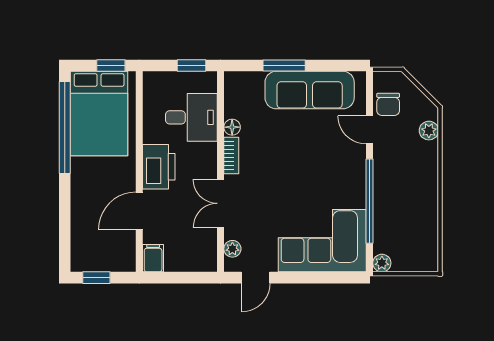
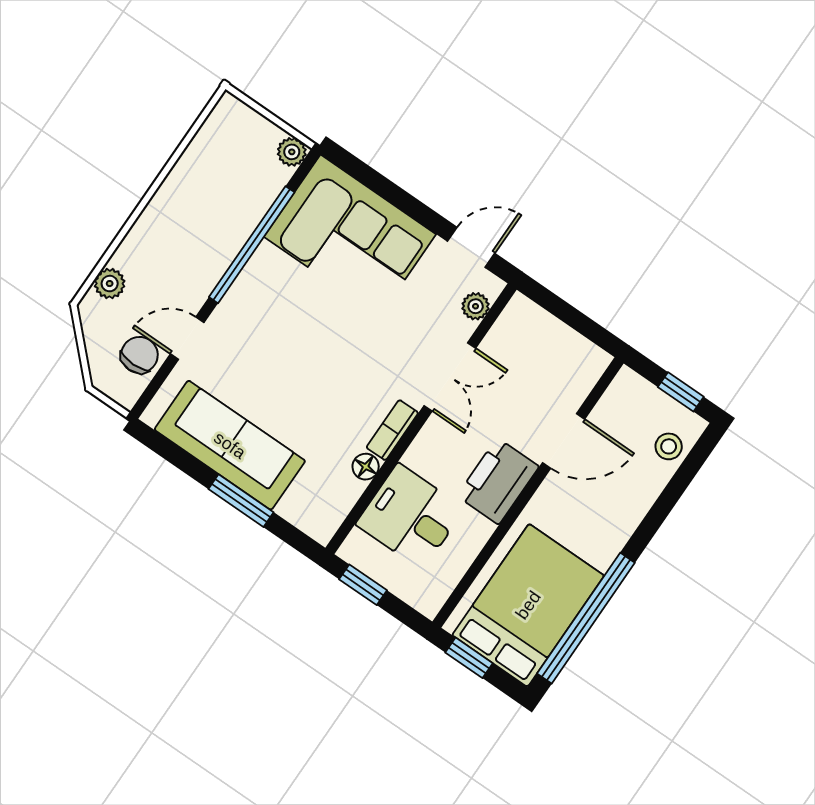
door: (370, 130) -> (187, 338), swing flipped
stool: (83, 245) -> (669, 446), added
filing cabinet: (153, 258) -> (588, 366), removed

